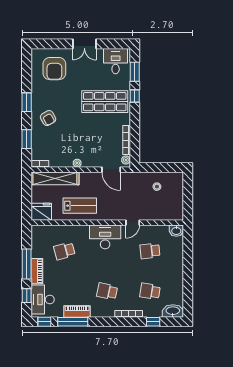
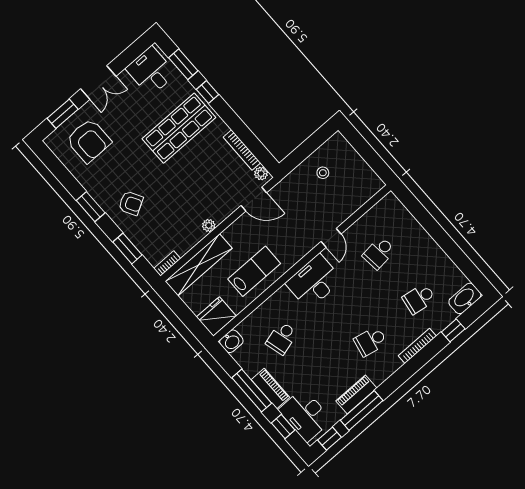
window: (53, 44) -> (63, 114), added
washbasin: (176, 231) -> (231, 341), moved

